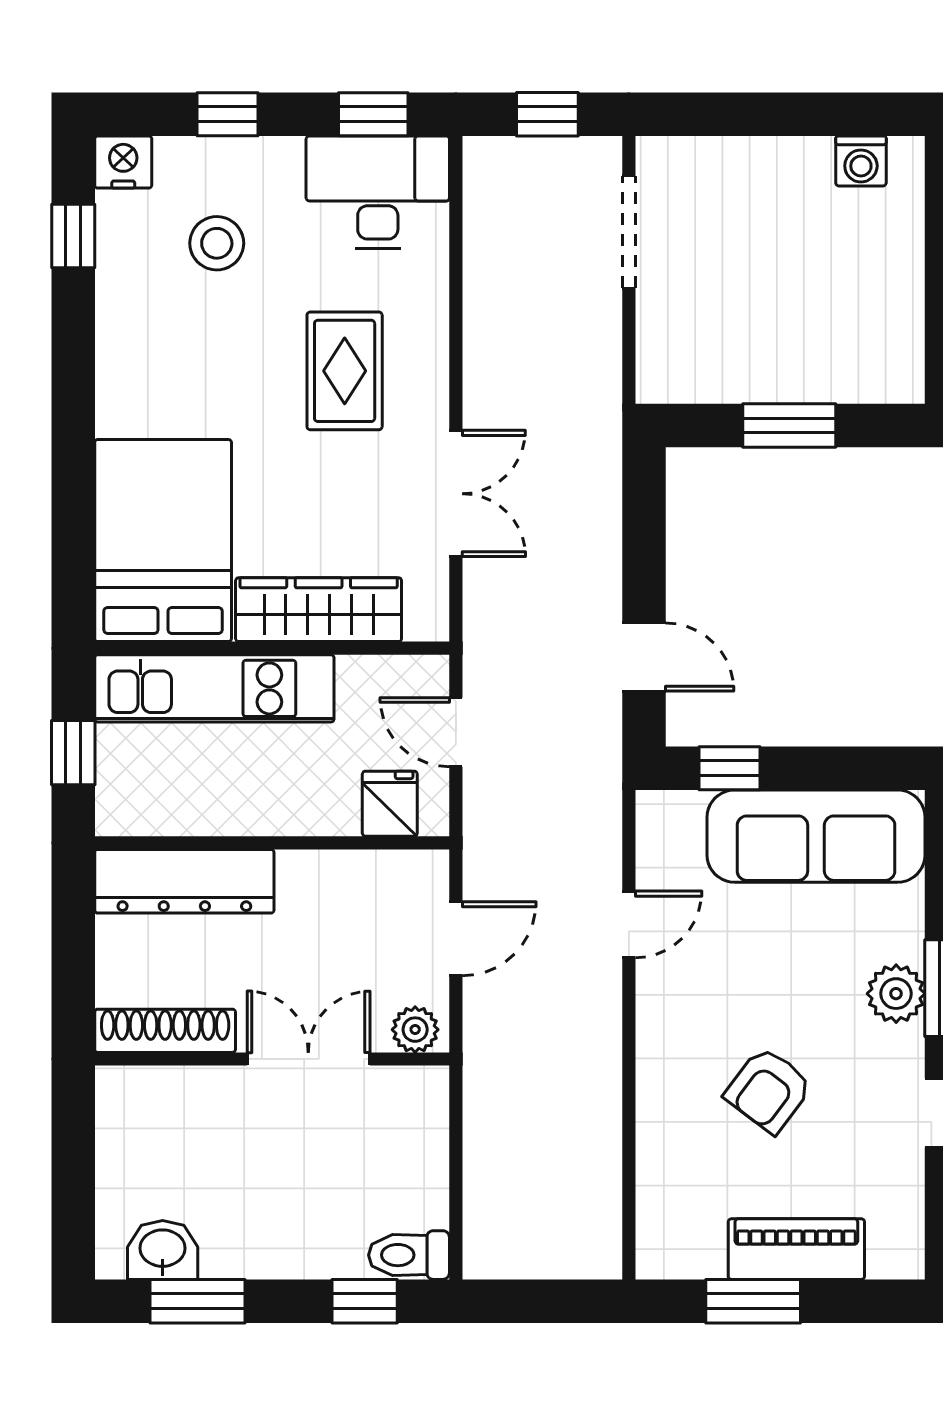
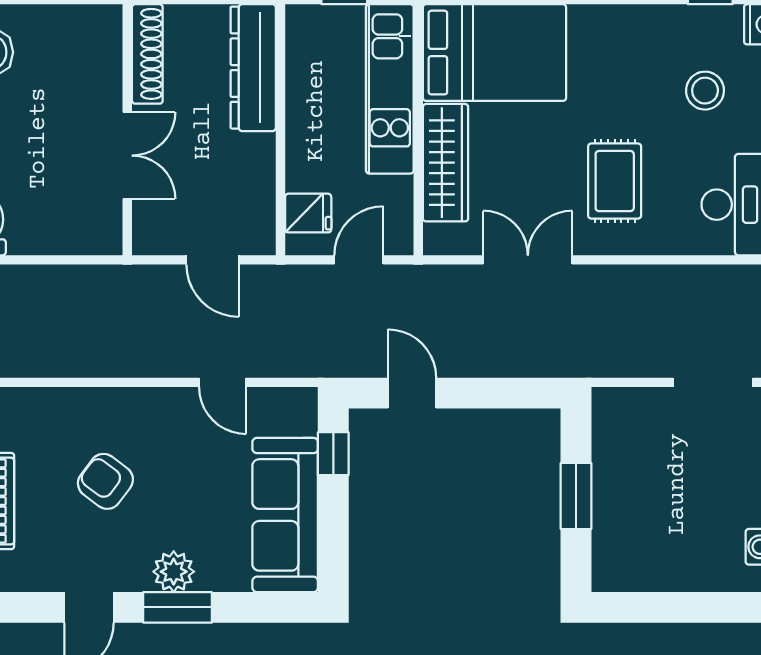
rug: (345, 371) -> (615, 181), turned 90
double door: (456, 494) -> (528, 260), swing flipped
door: (644, 657) -> (412, 393), swing flipped
plant: (415, 1030) -> (148, 231), removed

